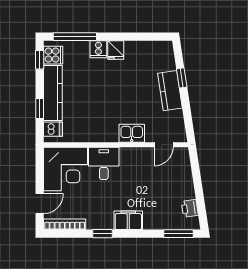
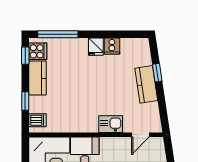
cooker: (98, 49) -> (112, 46), moved
kitchen counter: (53, 93) -> (37, 78), width x0.67

